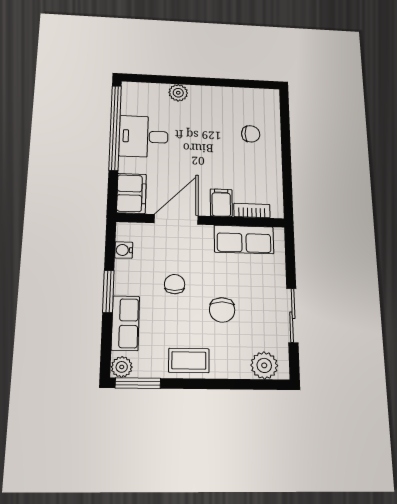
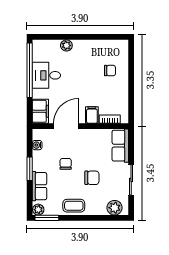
row of seats: (244, 240) -> (120, 146), moved, turned 90
chair: (222, 310) -> (92, 178), turned -90

